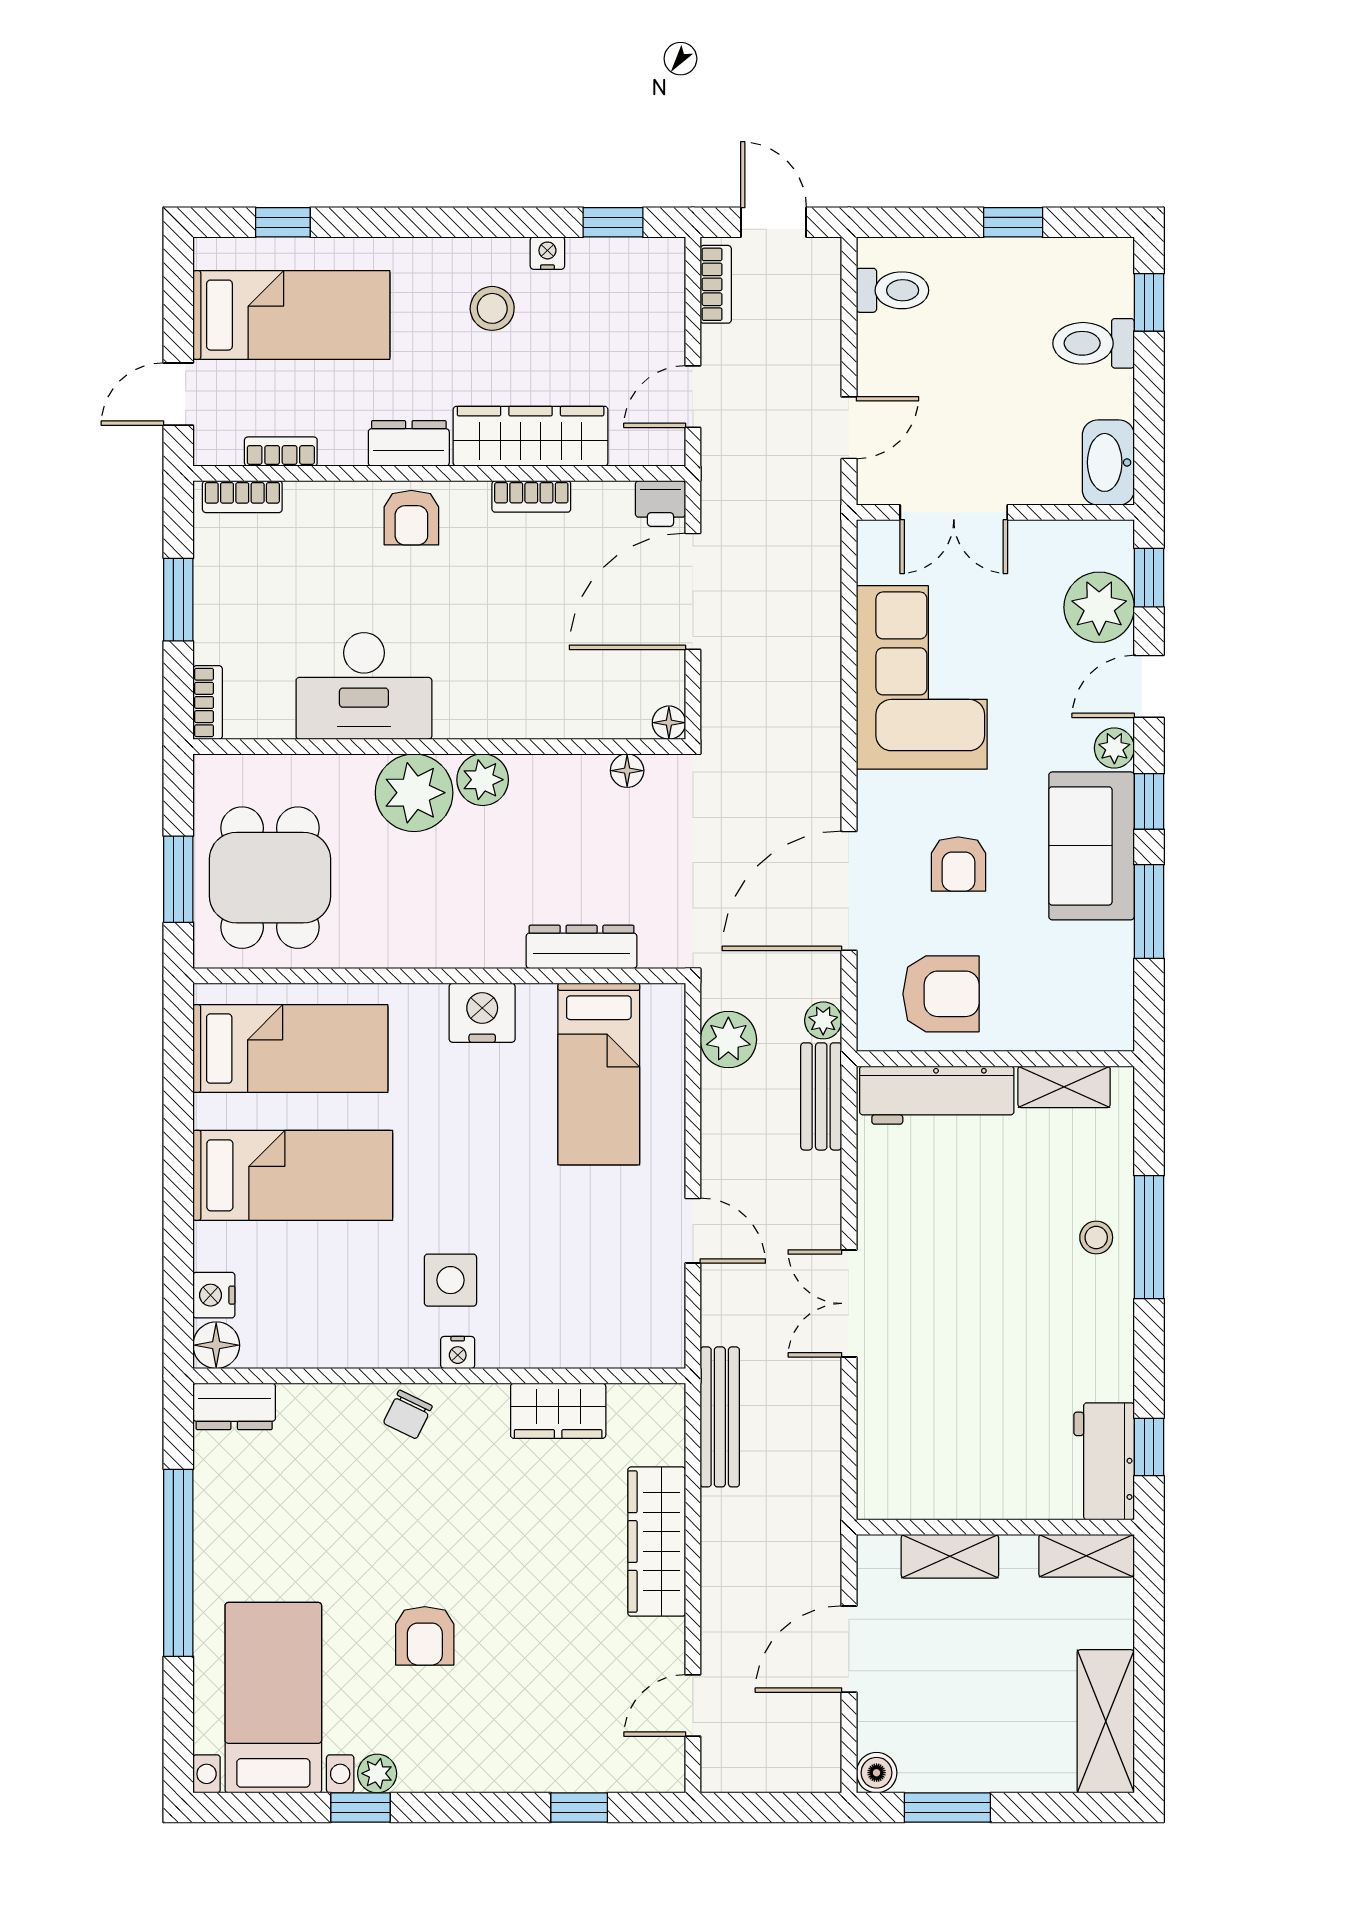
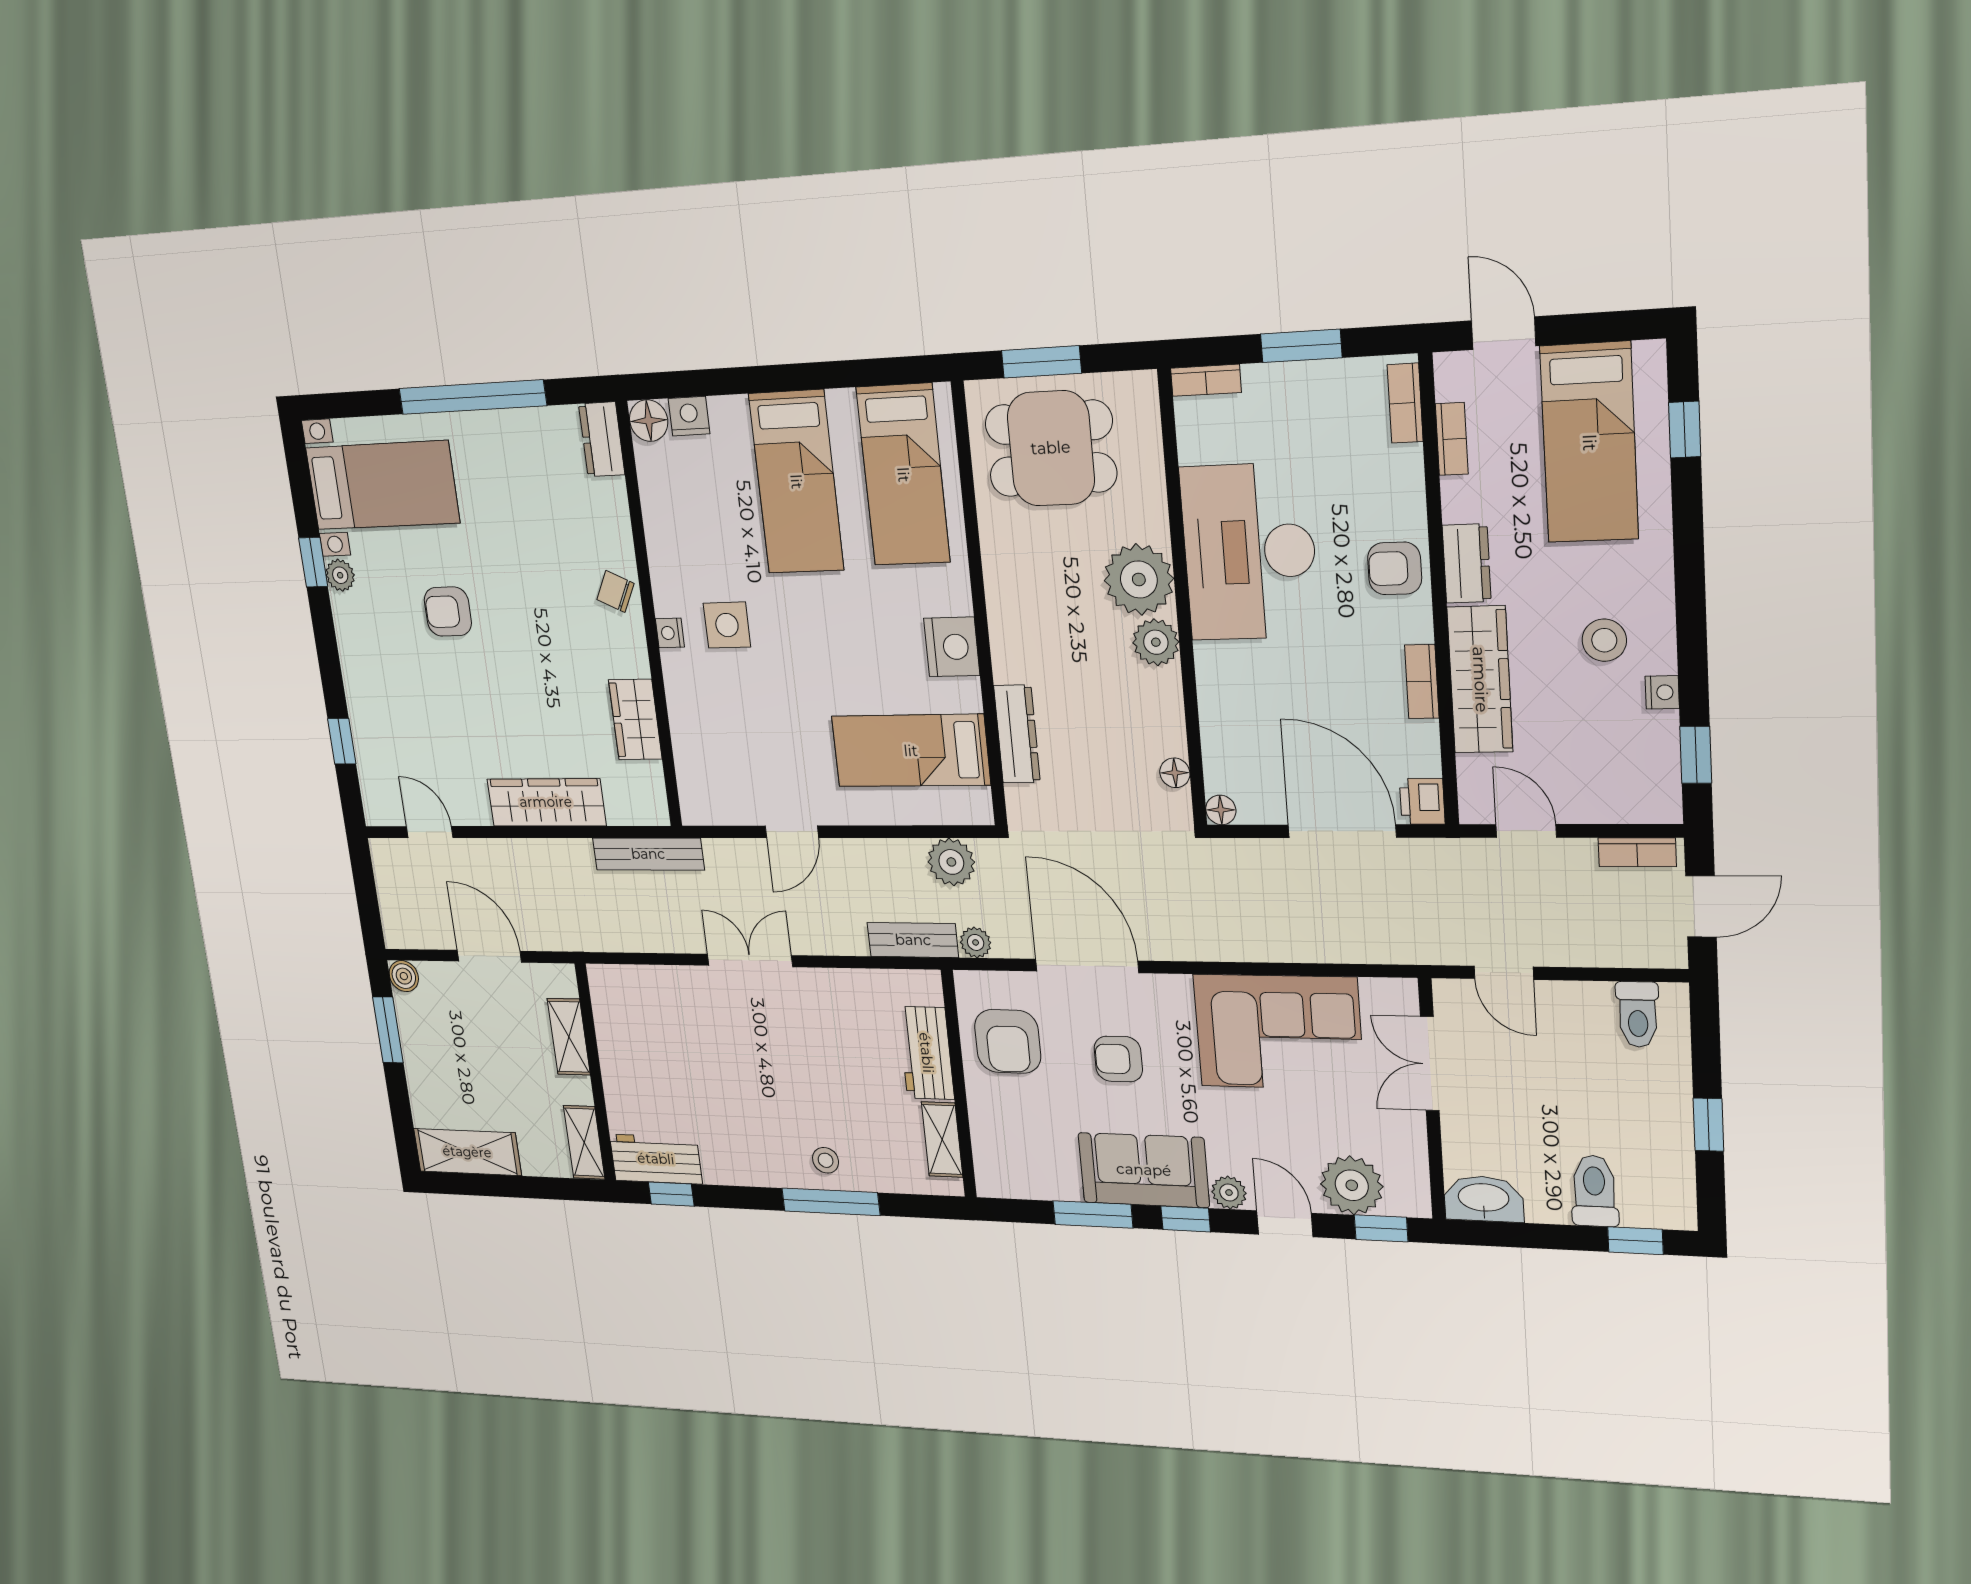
desk: (364, 686) -> (1249, 552), width x1.36, depth x1.30
workbench: (937, 1095) -> (926, 1053), width x0.73

